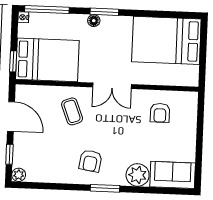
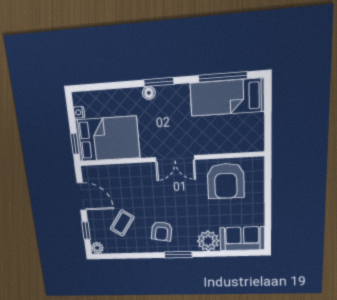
window: (47, 9) -> (223, 77), moved
nightstand: (23, 17) -> (79, 112), moved
bed: (166, 40) -> (227, 97), width x0.67
coffee table: (72, 111) -> (122, 223), moved, turned 55
armchair: (160, 113) -> (226, 181), width x1.88, depth x1.88

